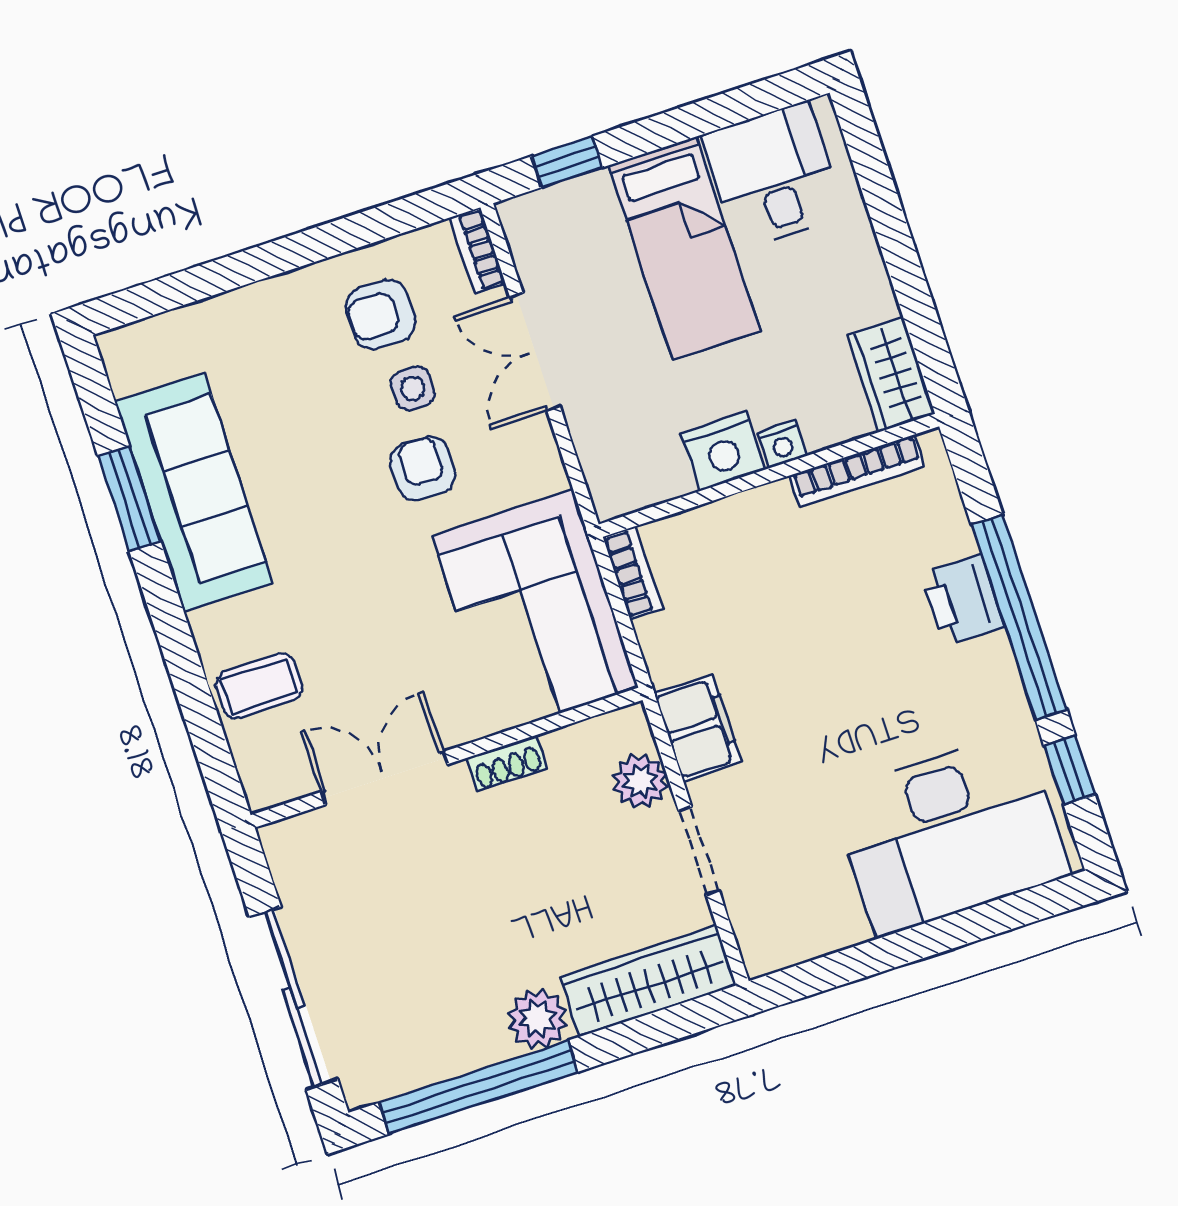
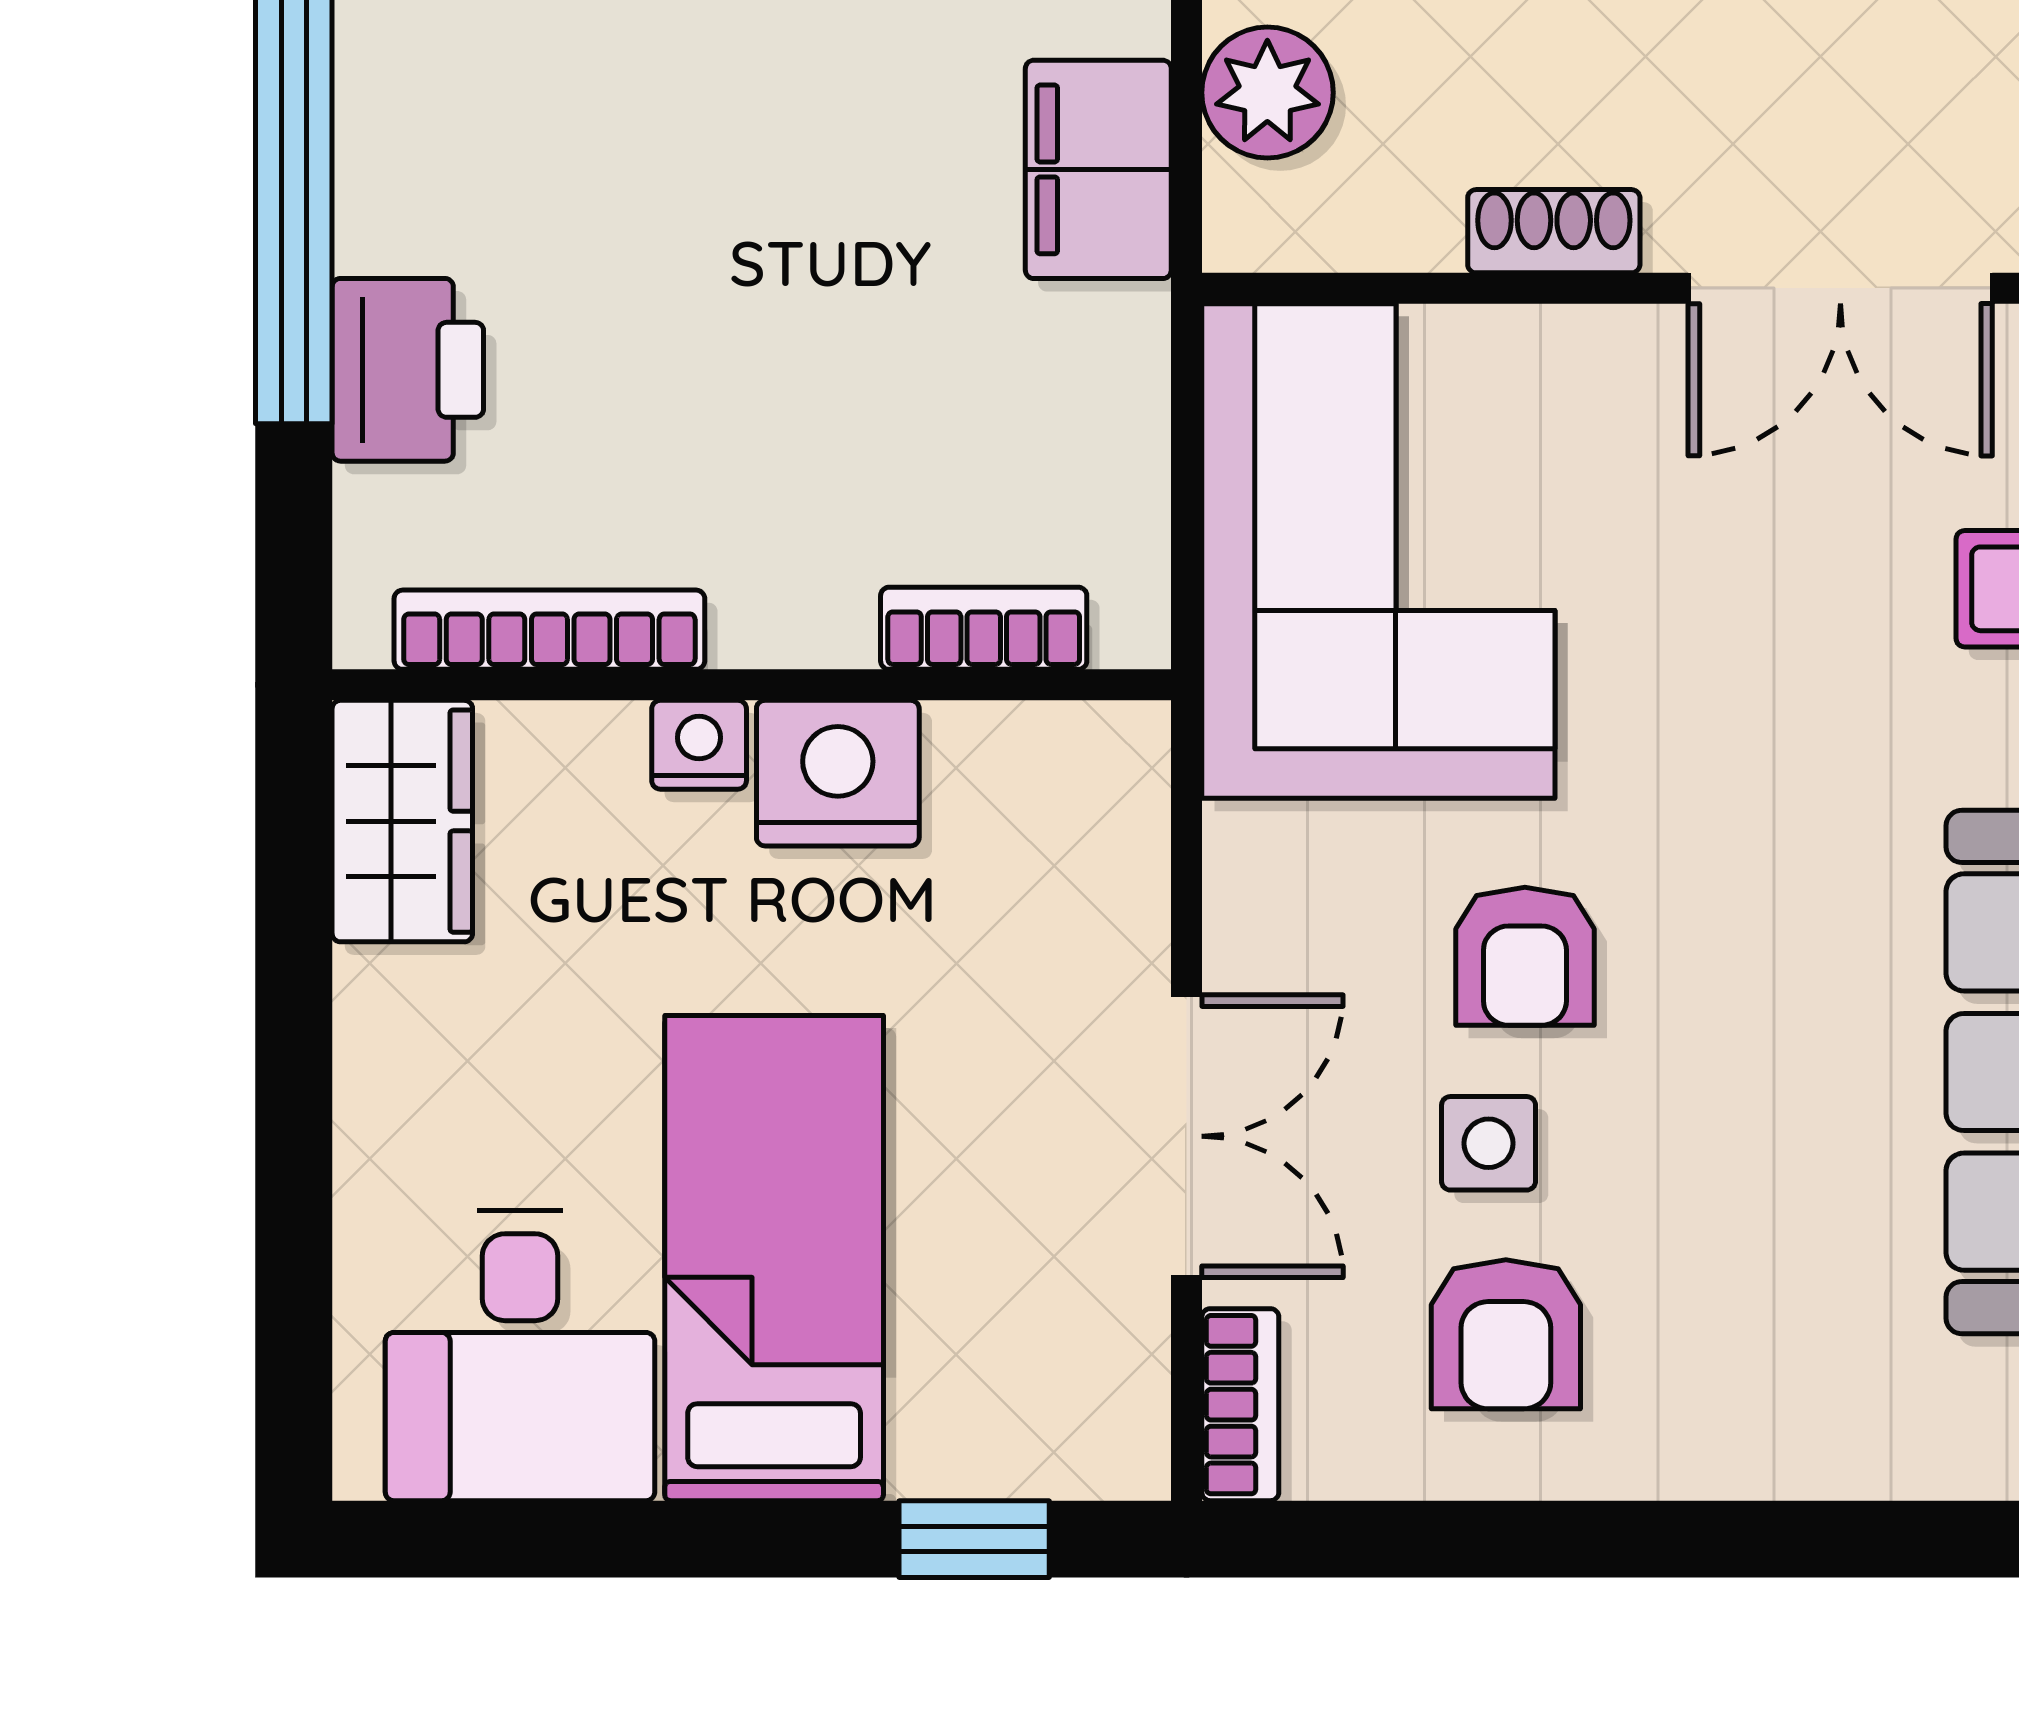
armchair: (381, 314) -> (1506, 1334), turned 90
bookcase: (633, 573) -> (984, 628), moved, turned 90
printer: (963, 600) -> (408, 370), moved

